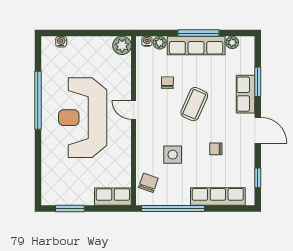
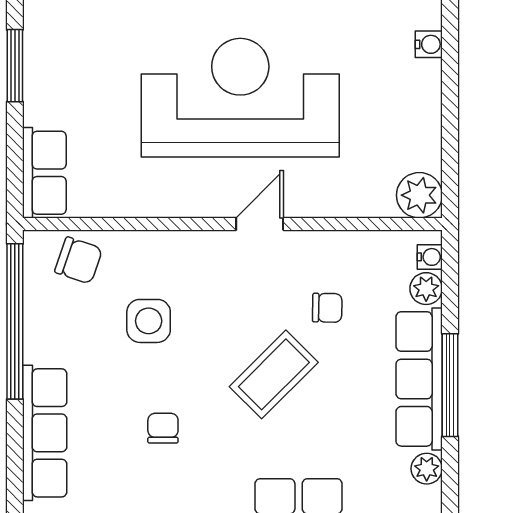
coffee table: (194, 104) -> (274, 374), turned -69

